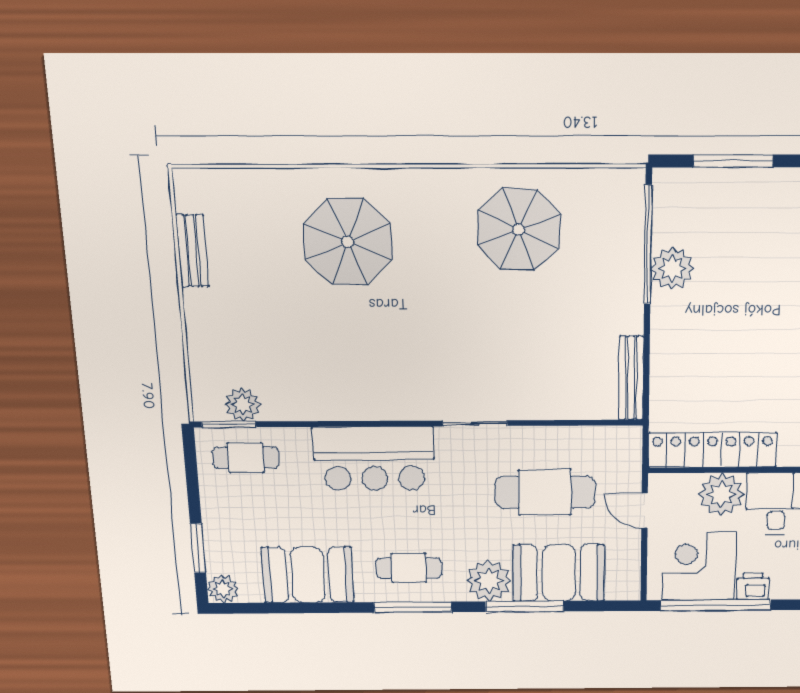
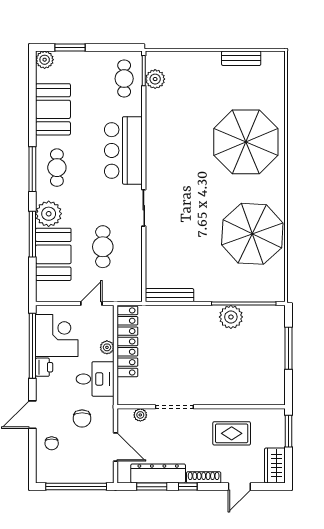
parasol: (519, 229) -> (252, 234), width x1.36, depth x1.36
parasol: (348, 242) -> (246, 142), width x1.36, depth x1.36
cafe table: (545, 492) -> (103, 247), width x0.73, depth x0.74
plant: (721, 494) -> (107, 347), width x0.53, depth x0.53

